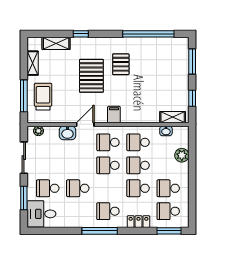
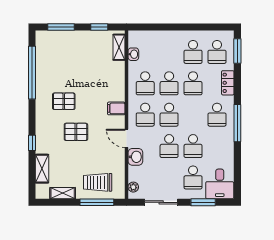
pallet: (91, 76) -> (76, 132), width x0.67, depth x0.71
plant: (182, 155) -> (159, 38), removed
school desk: (78, 165) -> (169, 146), added

